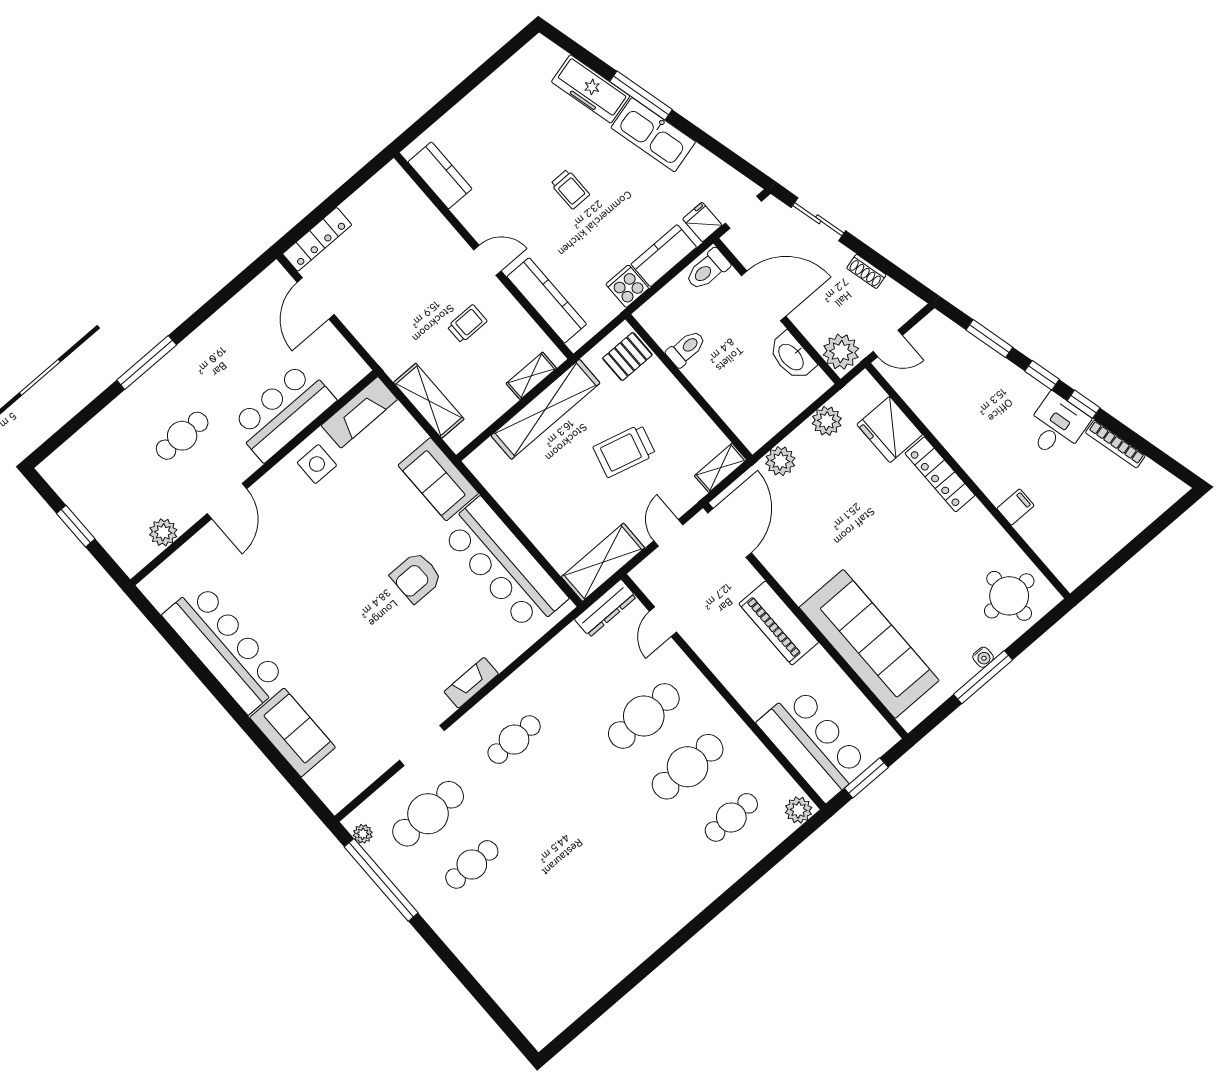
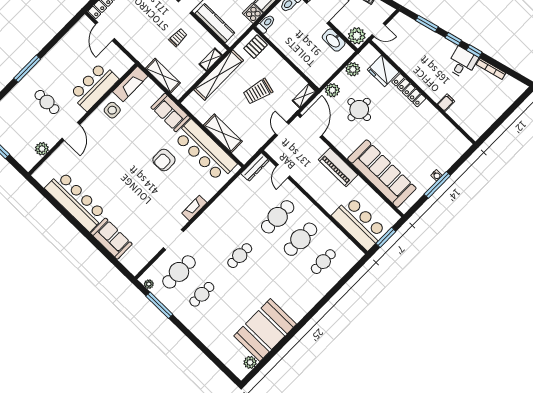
toilet: (686, 348) -> (266, 24), moved
cafe table: (182, 436) -> (47, 102), turned 90
shelving: (603, 562) -> (223, 133), moved, turned 90
round table: (1009, 596) -> (359, 110), moved
cafe table: (514, 740) -> (240, 256), moved
plant: (798, 810) -> (250, 362), moved
window: (381, 880) -> (159, 305), width x0.68
booth: (598, 950) -> (265, 330), added

